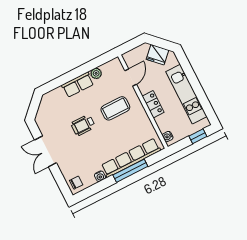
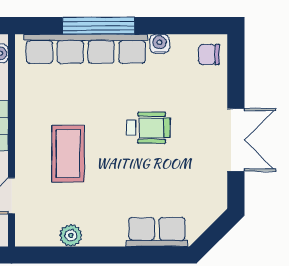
row of seats: (78, 85) -> (157, 232), moved
coffee table: (115, 108) -> (68, 154), turned 90
wheelchair: (83, 125) -> (148, 128), moved

